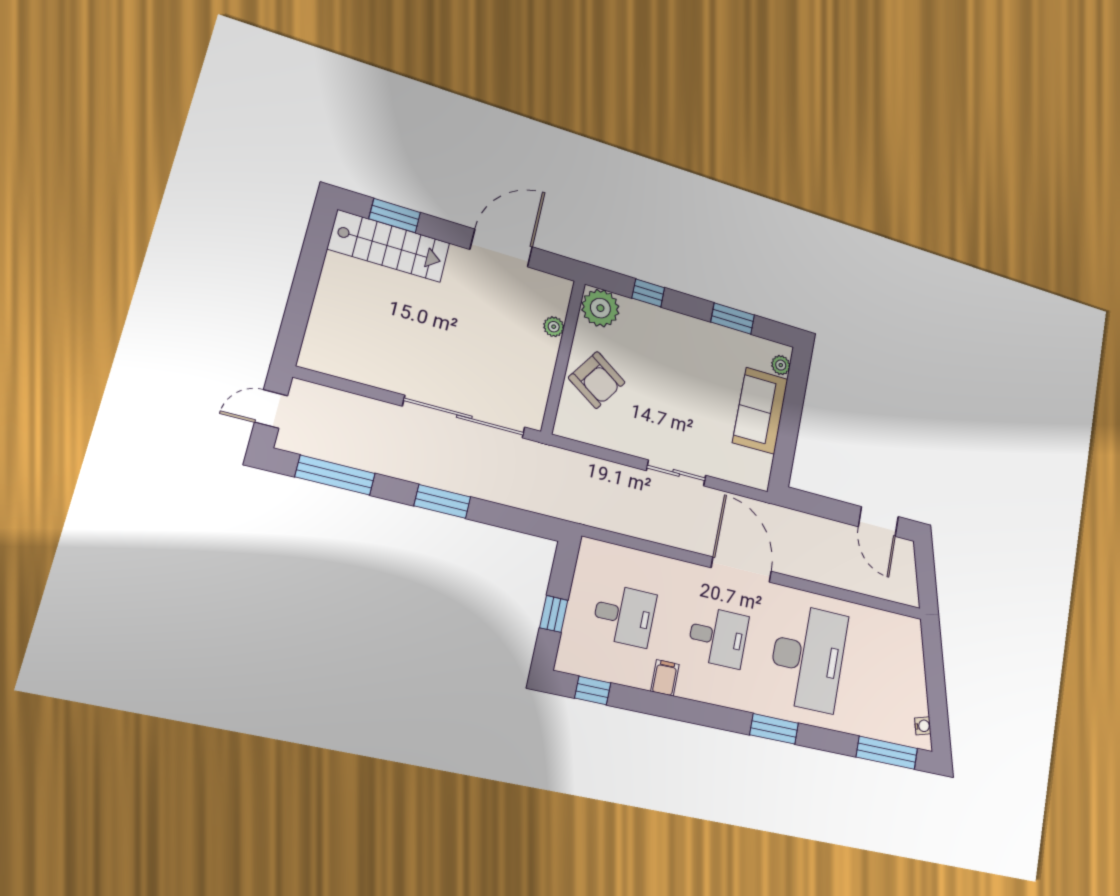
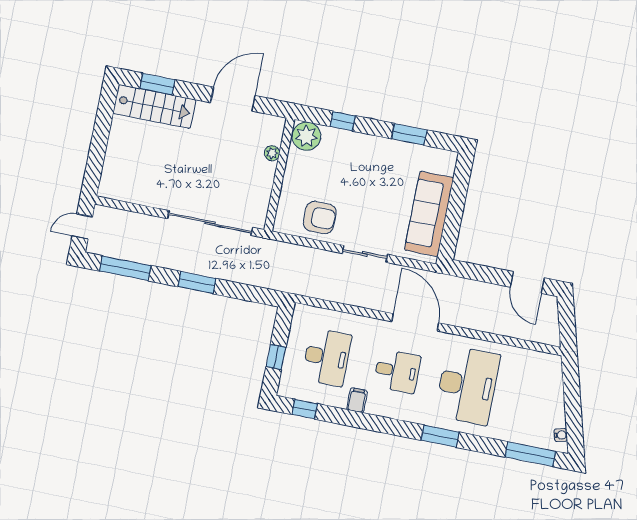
plant: (781, 365) -> (448, 167), removed
armchair: (597, 380) -> (320, 218), moved, turned -34
sofa: (760, 411) -> (429, 214), width x1.36
desk: (624, 615) -> (327, 357), width x1.37

